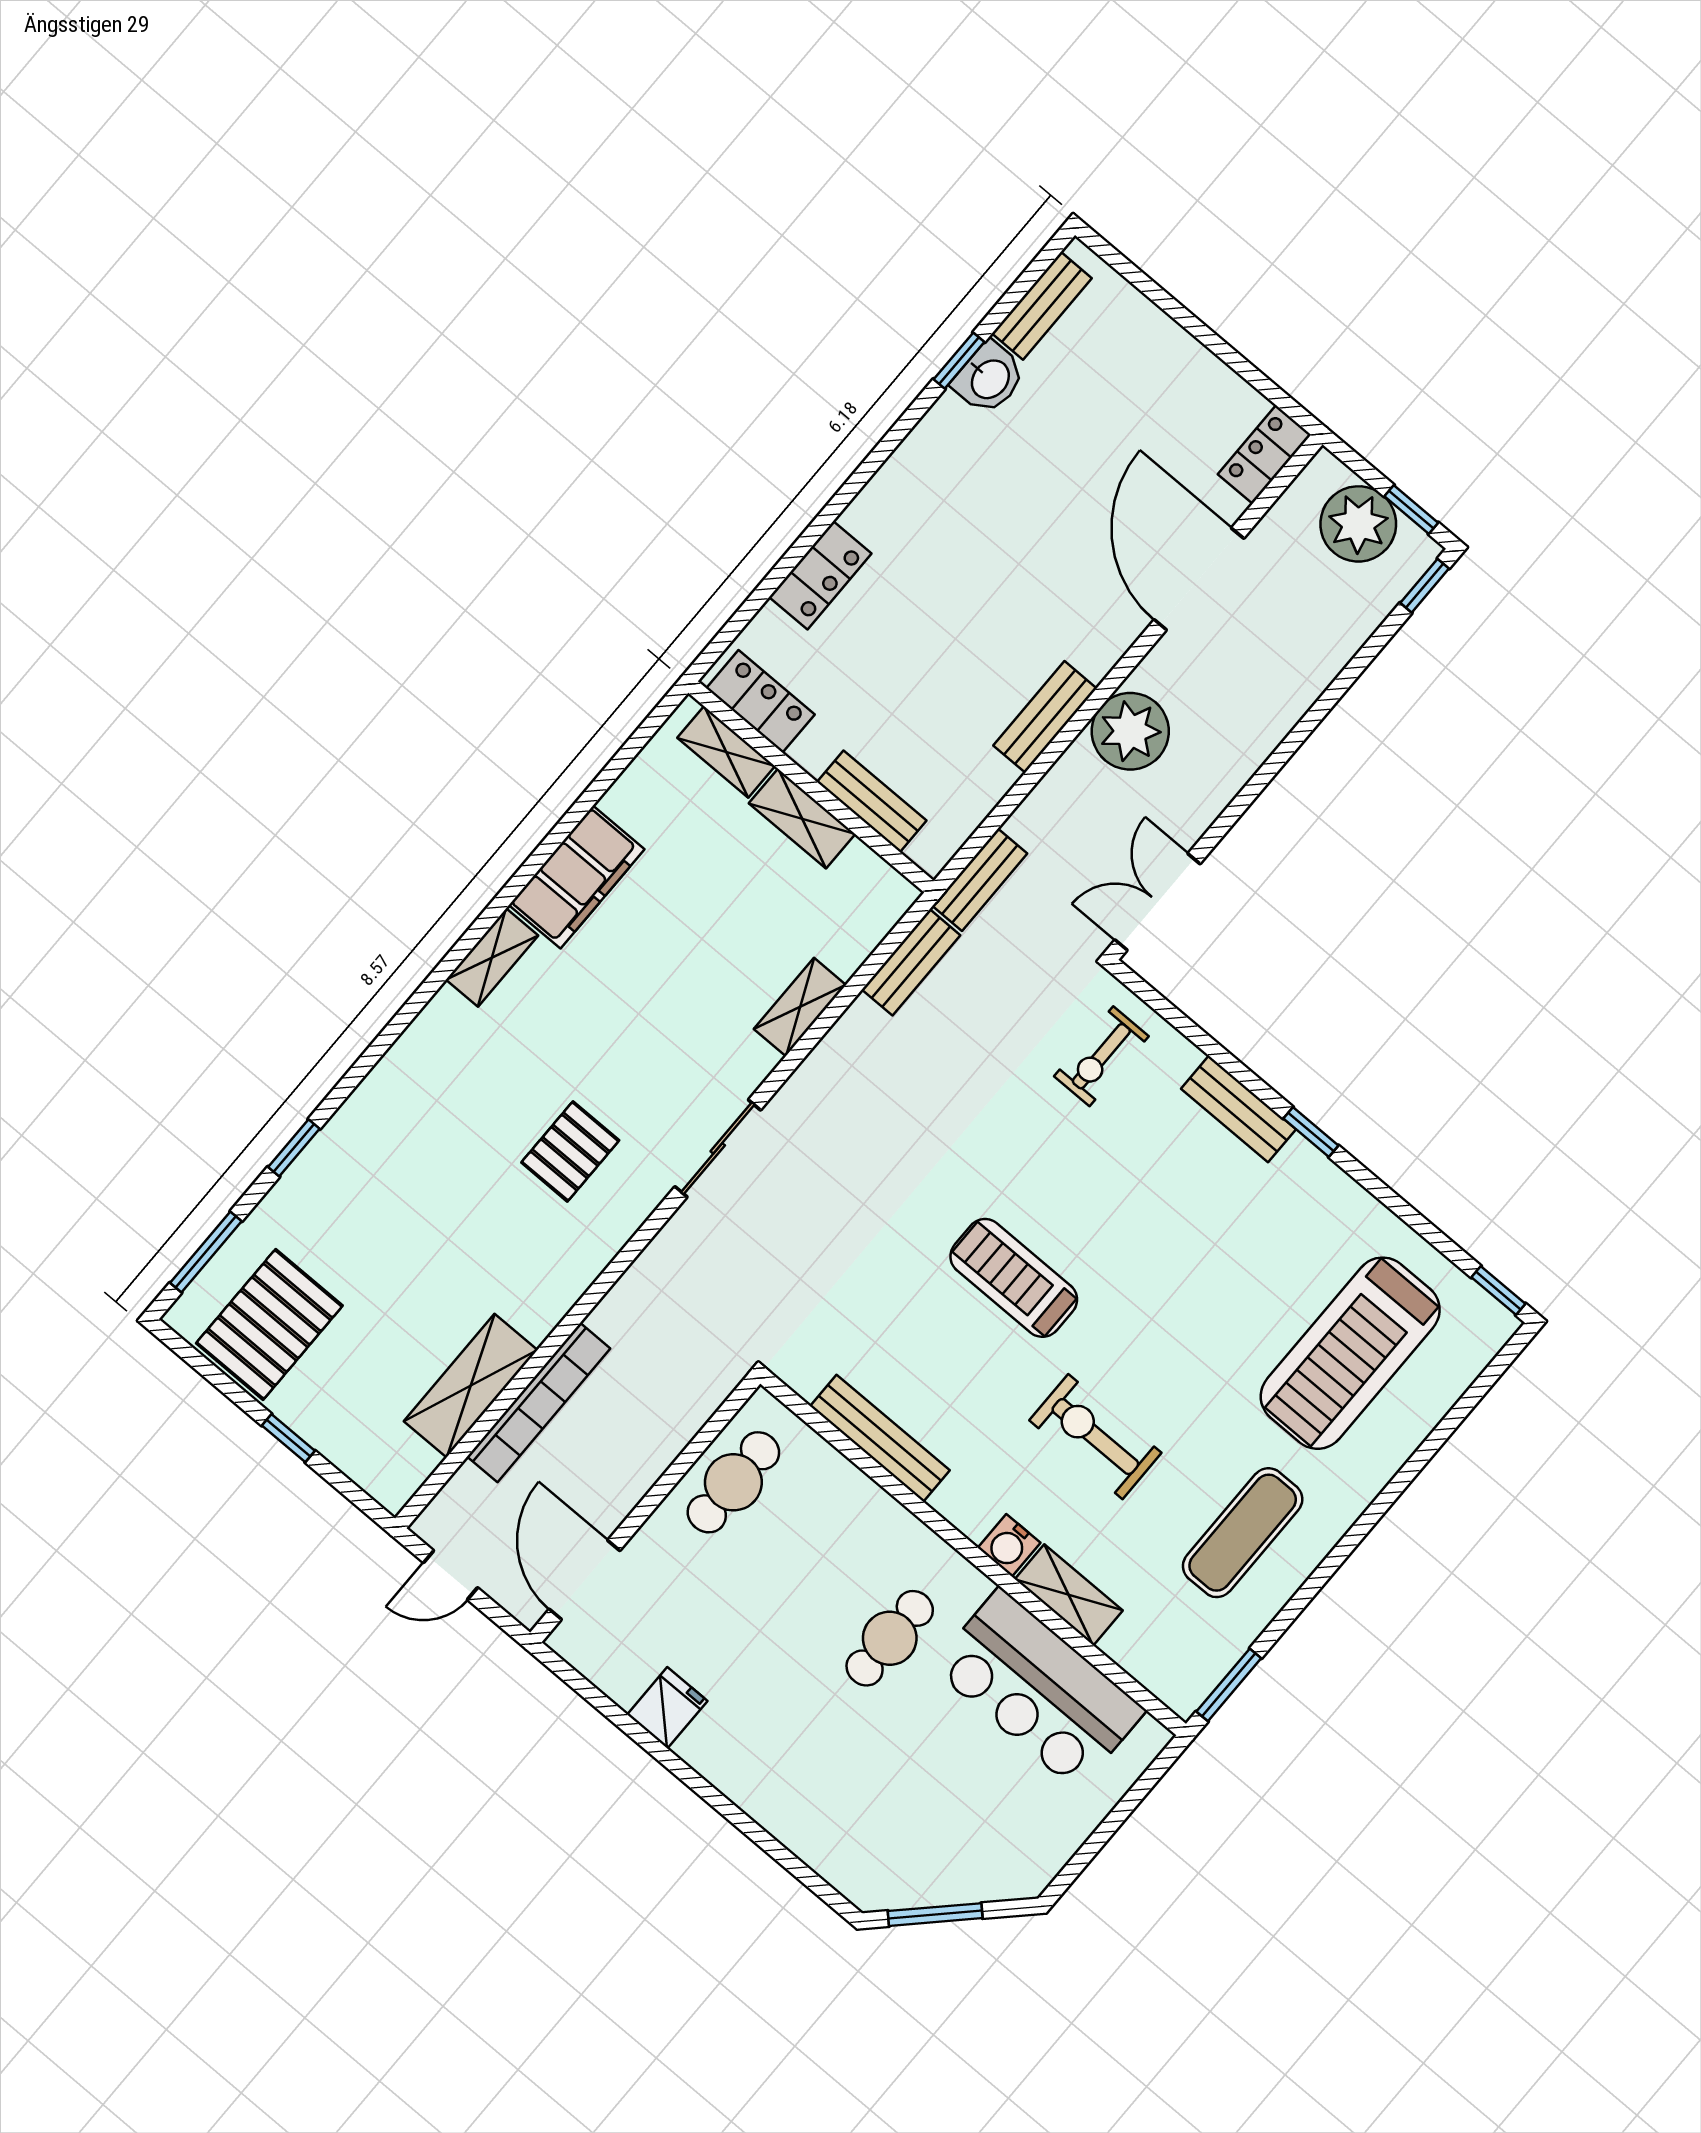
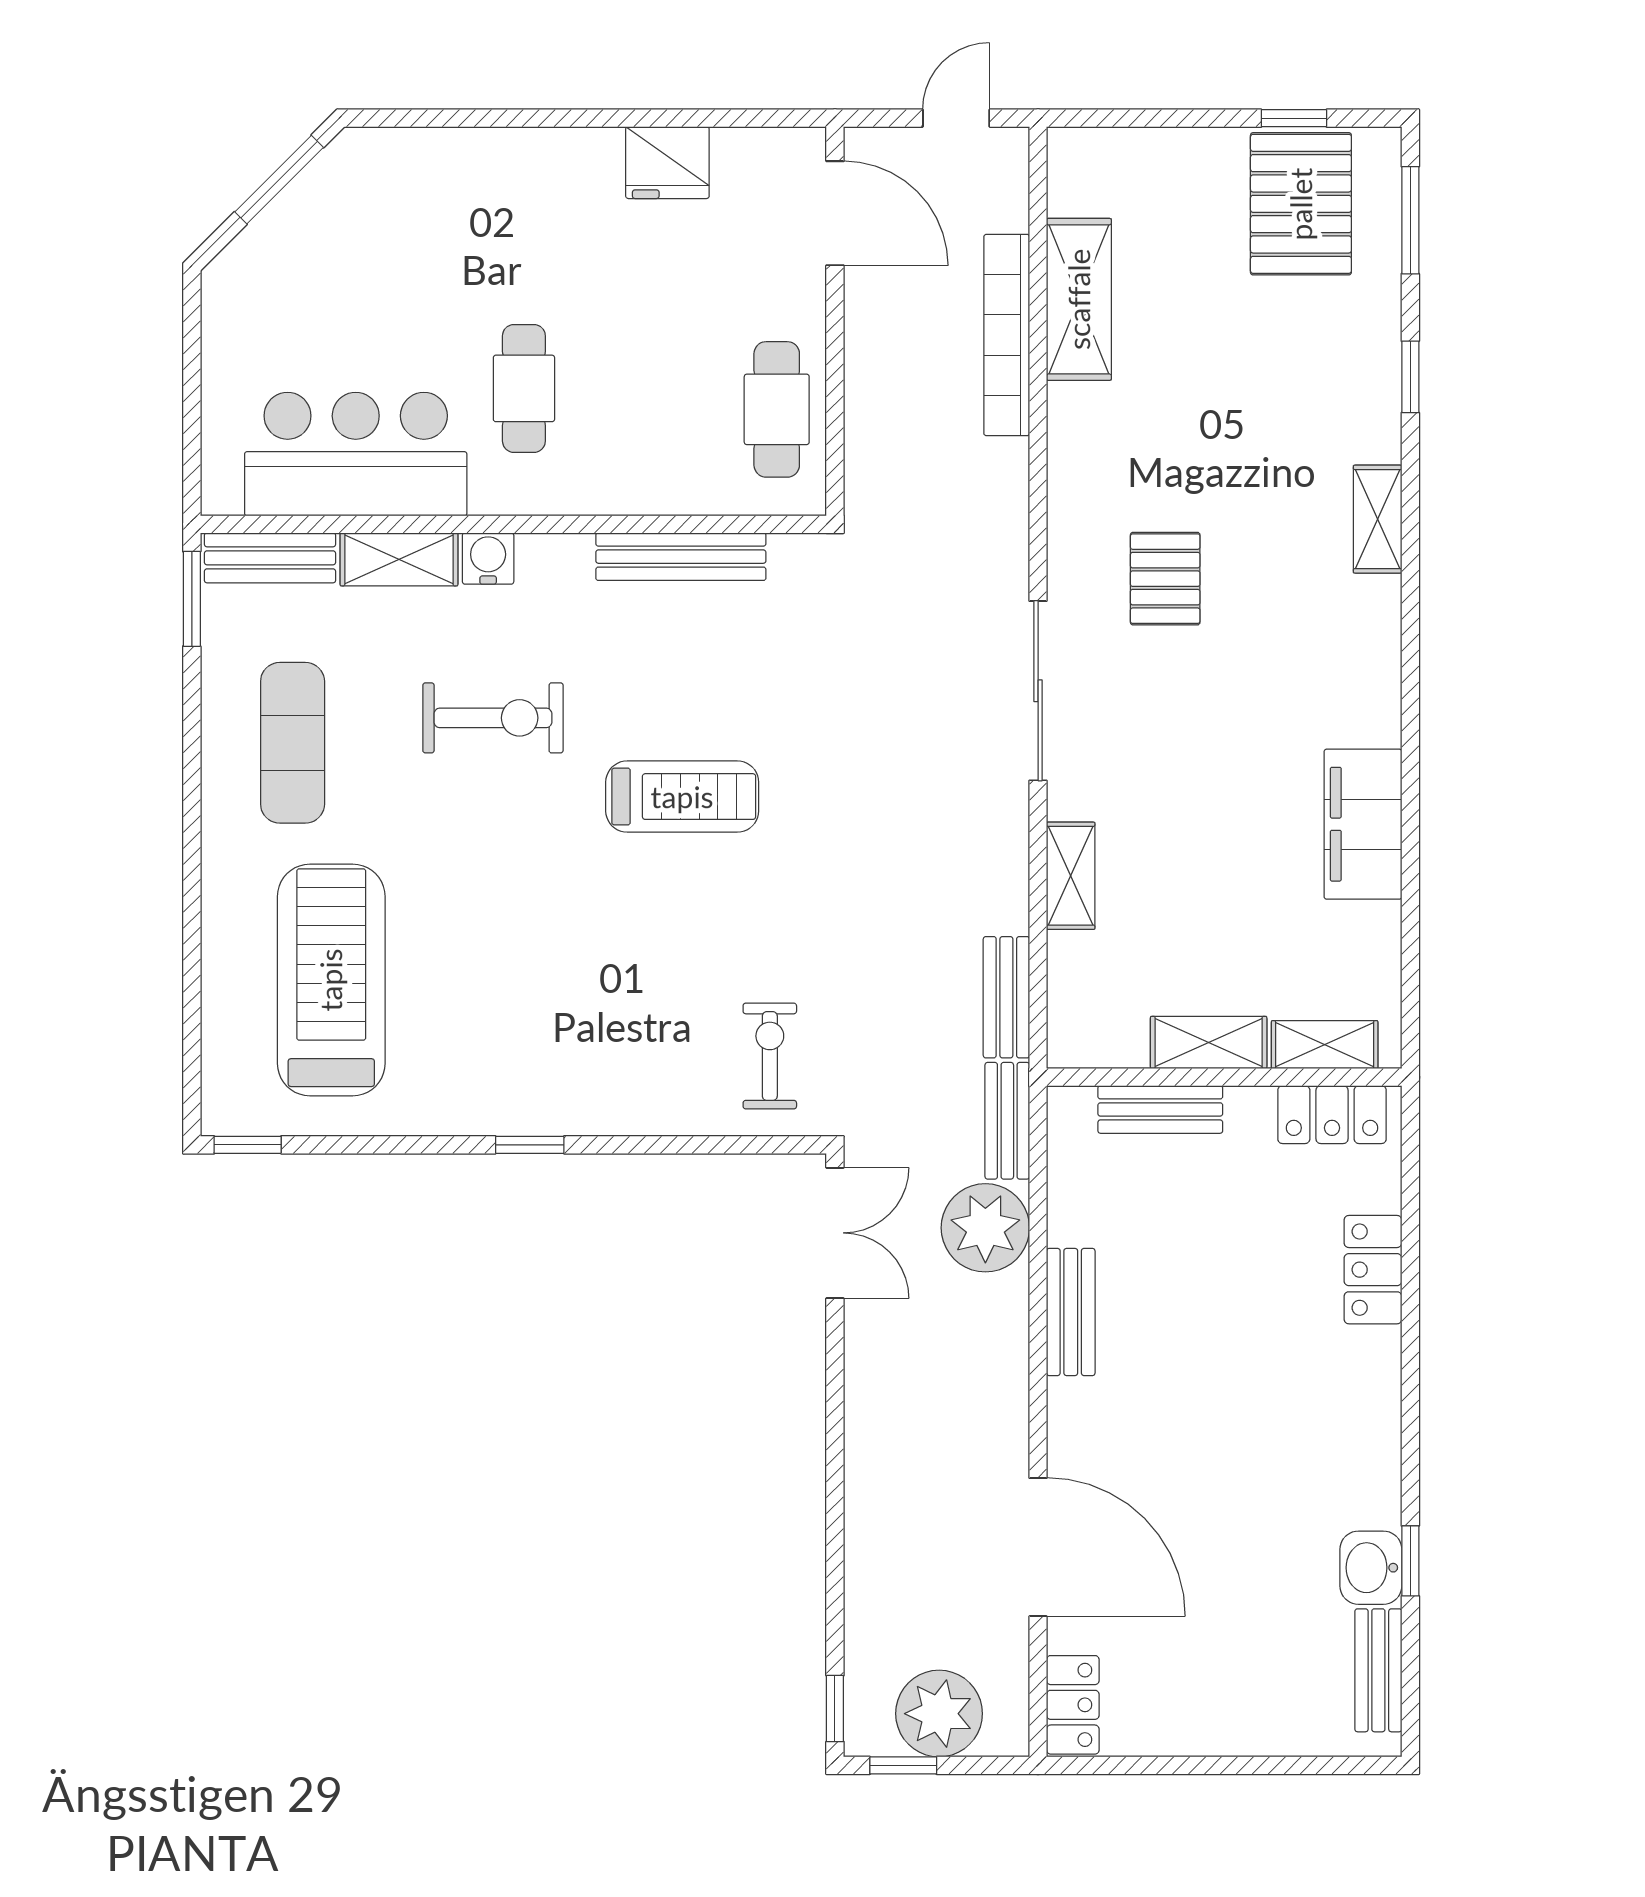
plant: (1130, 731) -> (985, 1228), moved
shelving: (492, 958) -> (1378, 519), moved
bench: (1238, 1109) -> (270, 558), moved
sliding door: (718, 1148) -> (1038, 691), width x1.37
window: (288, 1438) -> (1294, 118), moved
fridge: (667, 1708) -> (667, 163), width x1.38

